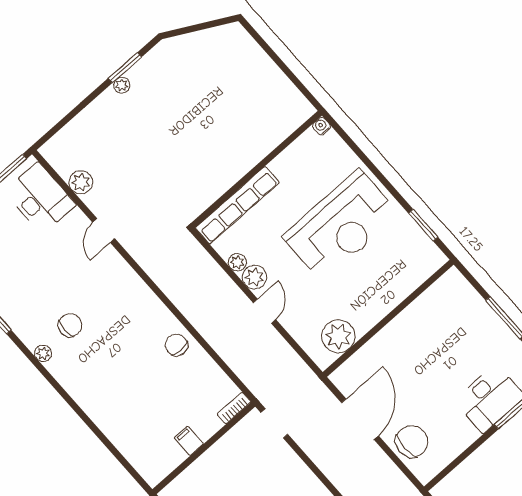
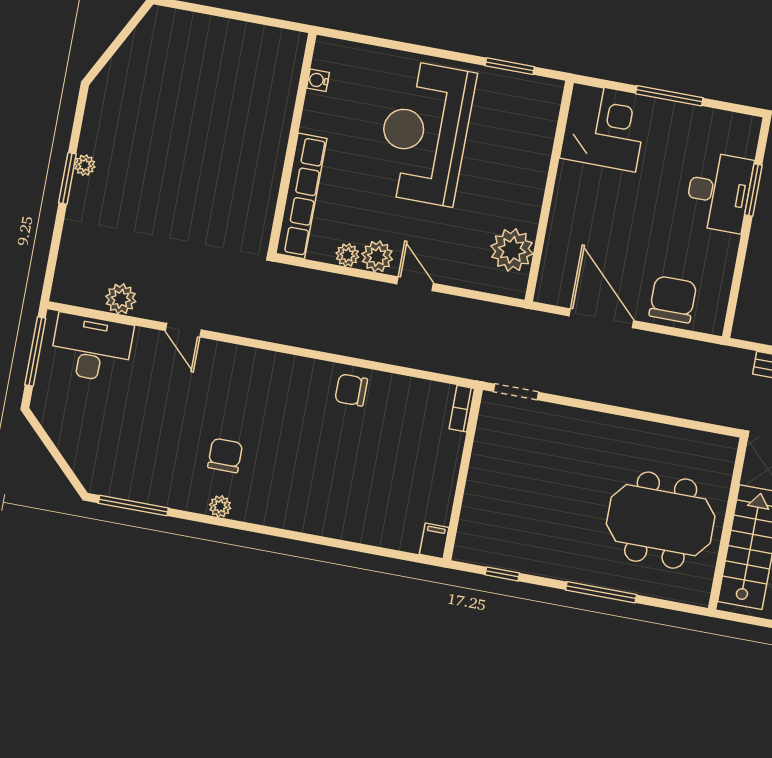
window: (125, 68) -> (67, 178), moved
water cooler: (321, 126) -> (318, 80), moved
reception desk: (341, 225) -> (425, 133), turned 180
corner desk: (451, 306) -> (604, 127), added
filing cabinet: (189, 441) -> (434, 541), moved, turned 90

